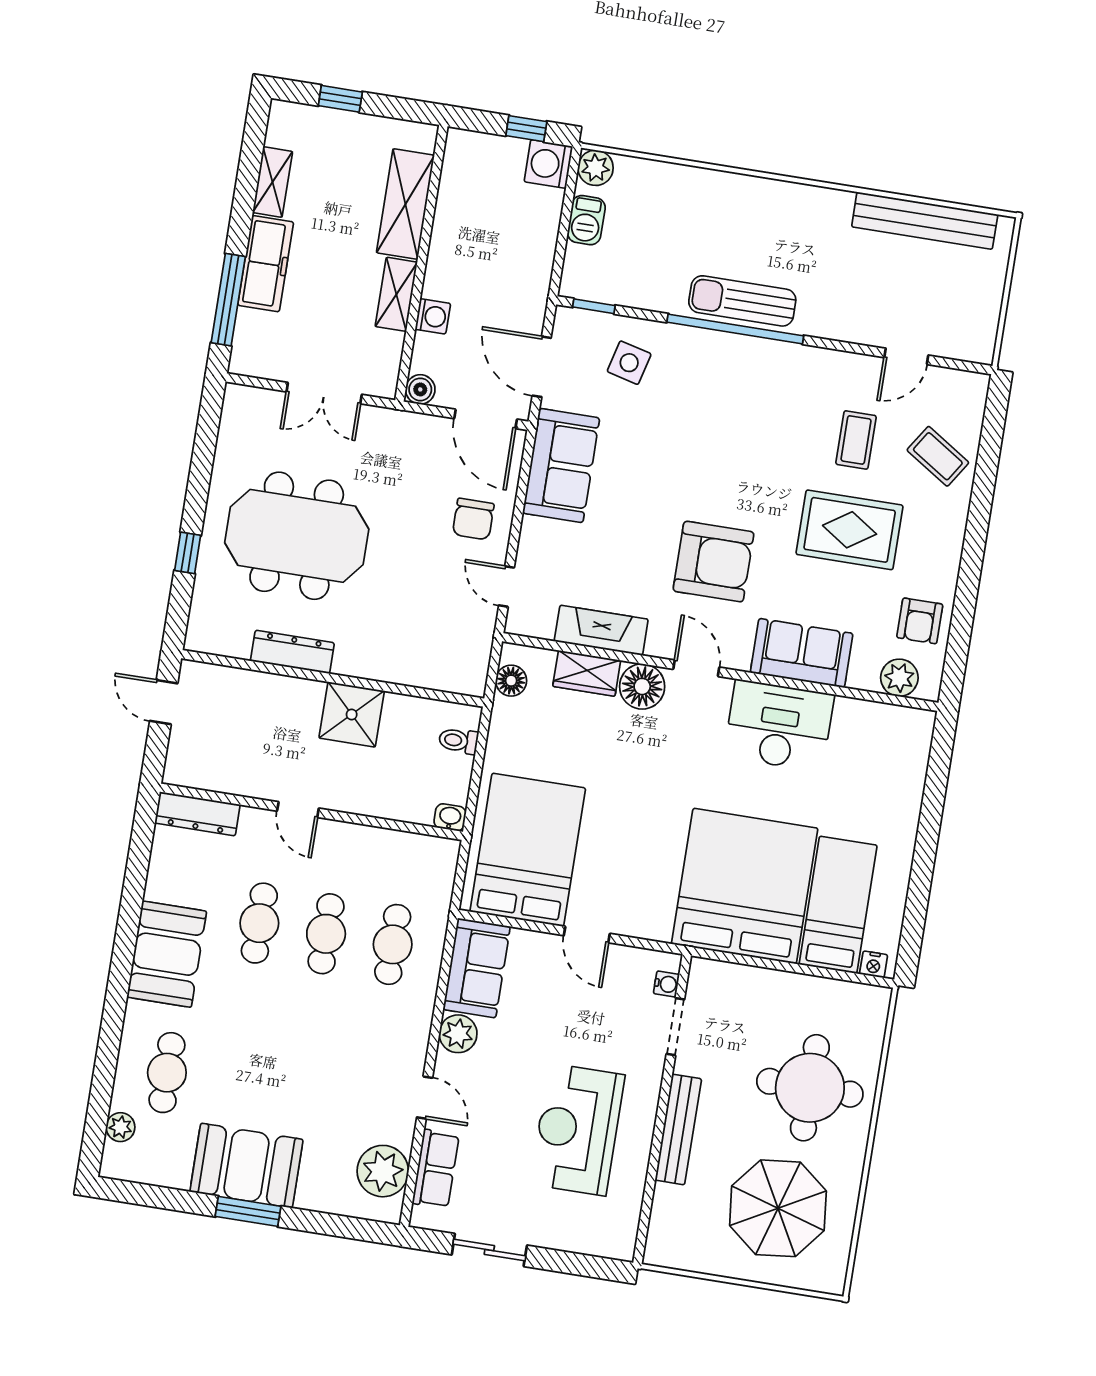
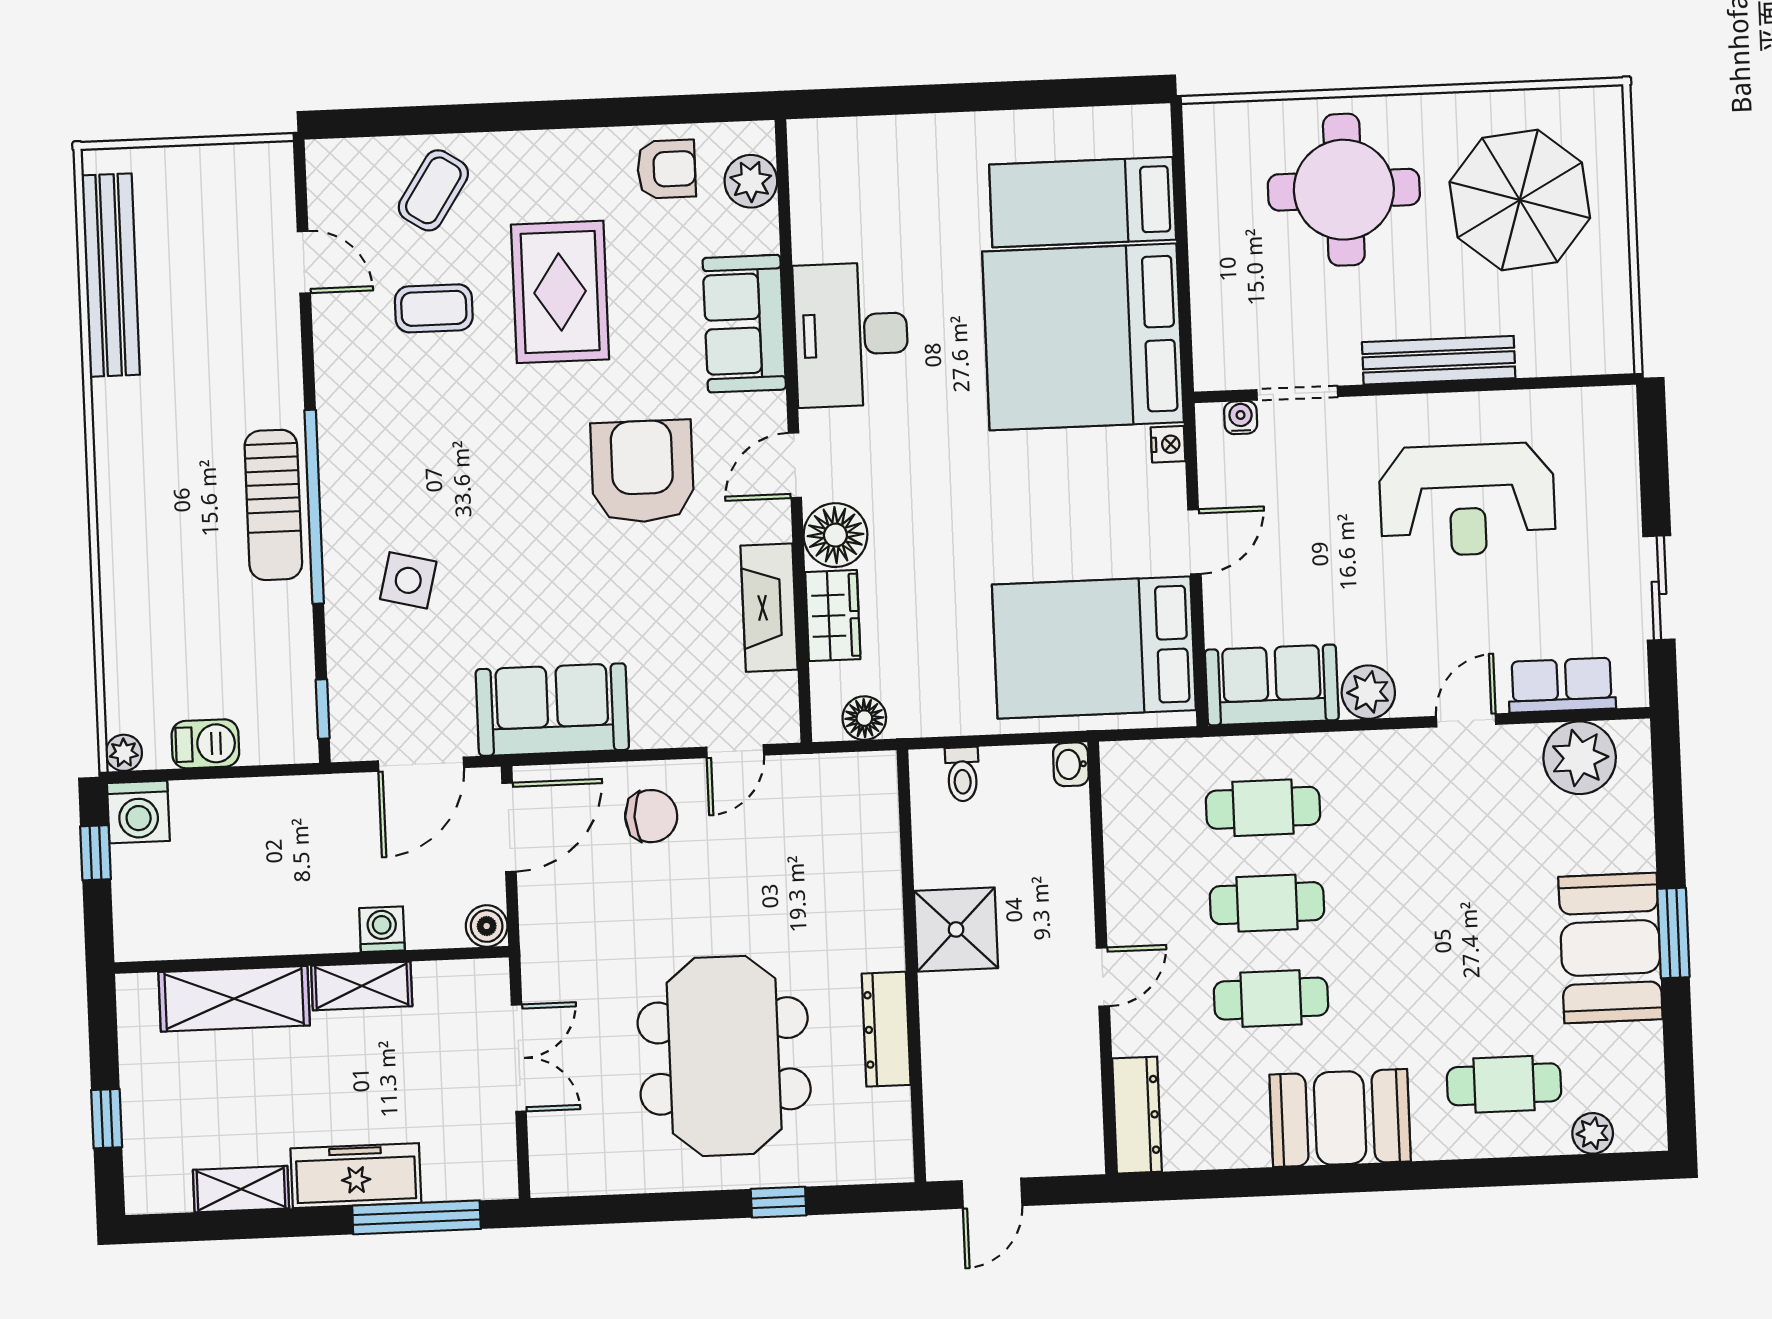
plant: (596, 168) -> (124, 753), width x0.73, depth x0.73
side table: (629, 363) -> (408, 580), moved
nightstand: (874, 964) -> (1168, 444), moved

